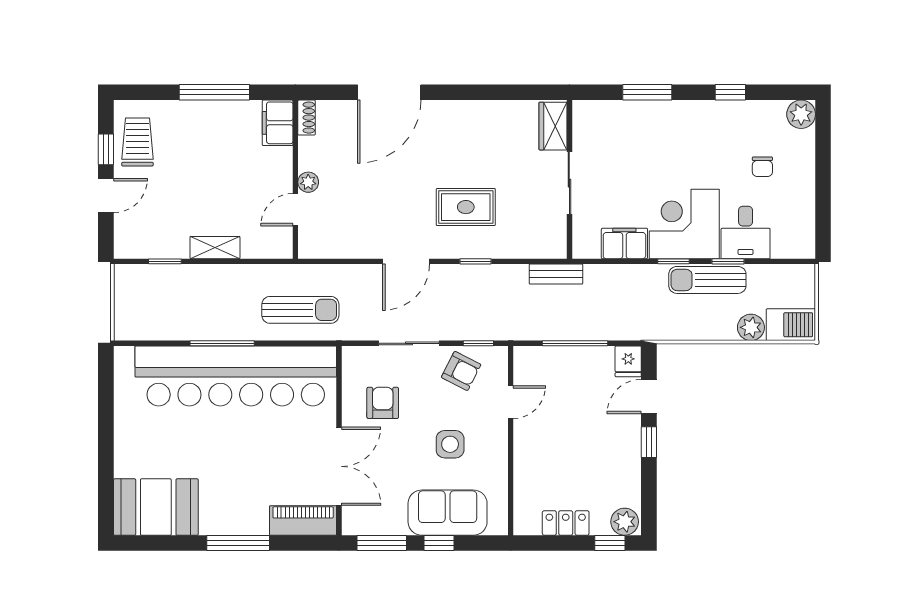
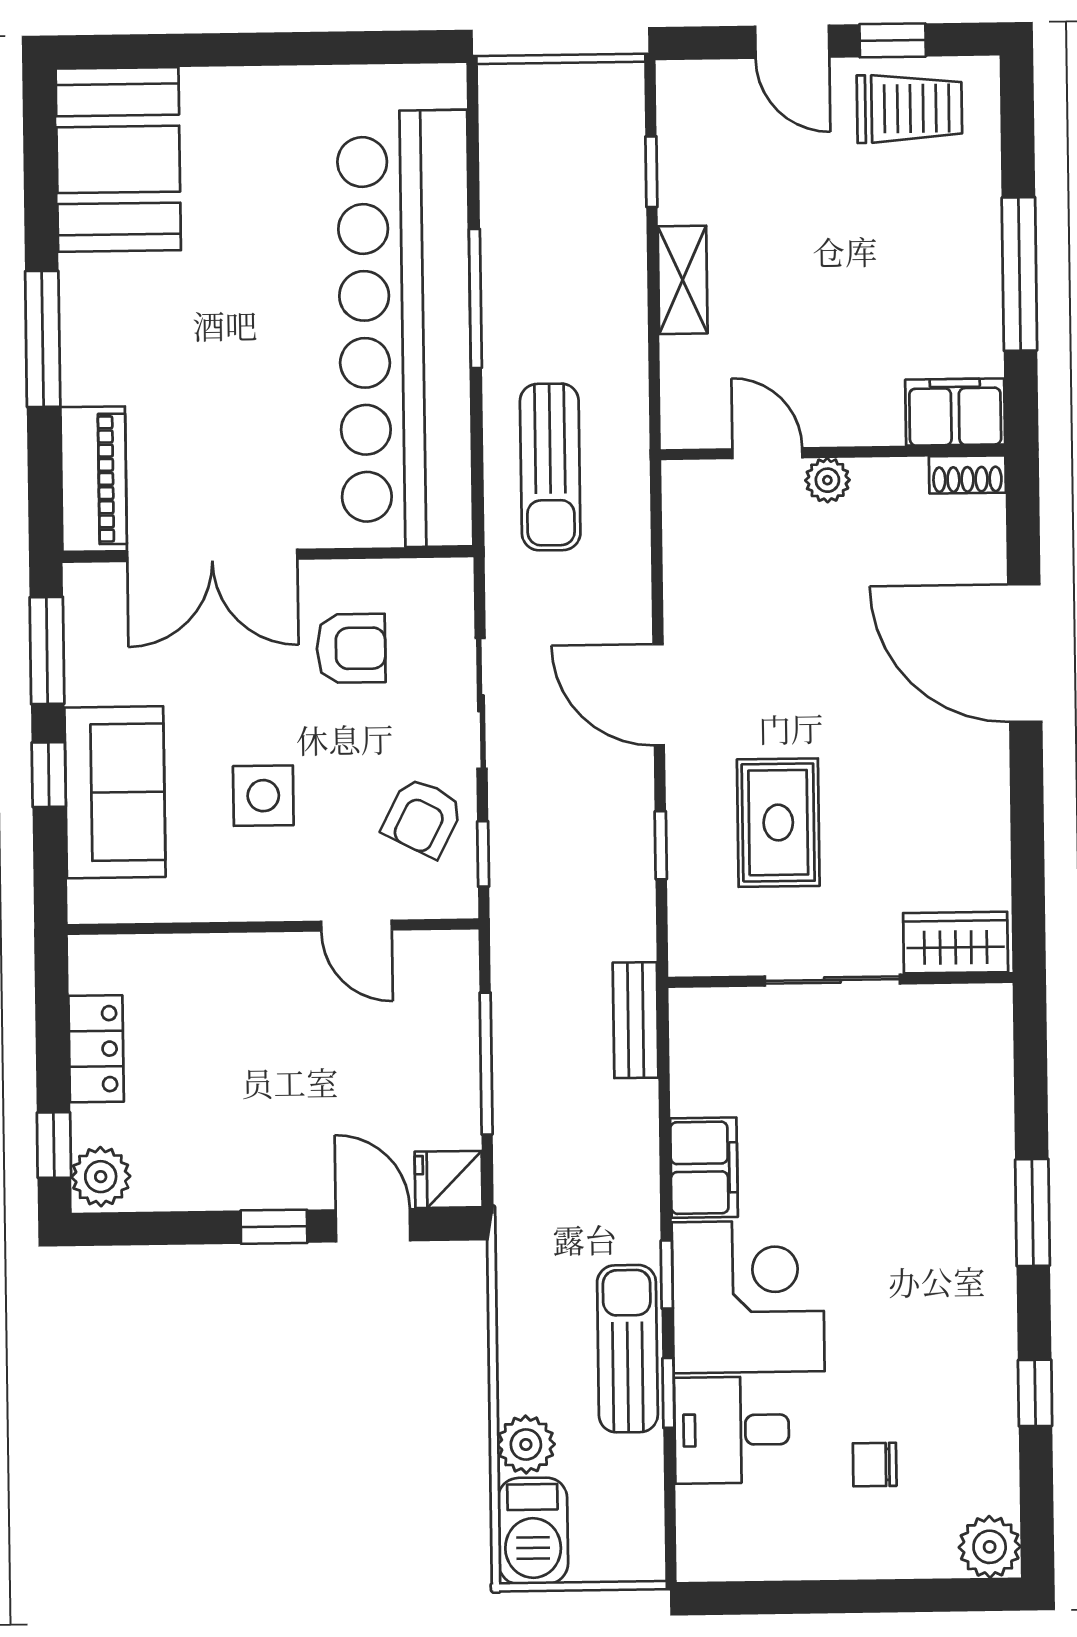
wardrobe: (553, 126) -> (956, 943), moved
wall: (569, 179) -> (840, 980), moved
sliding door: (569, 183) -> (832, 980), moved

